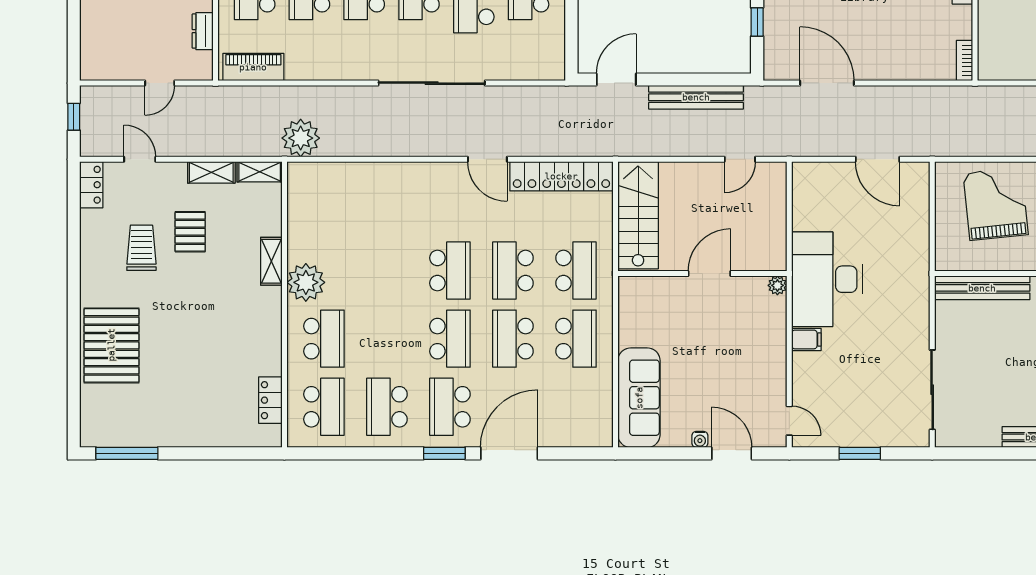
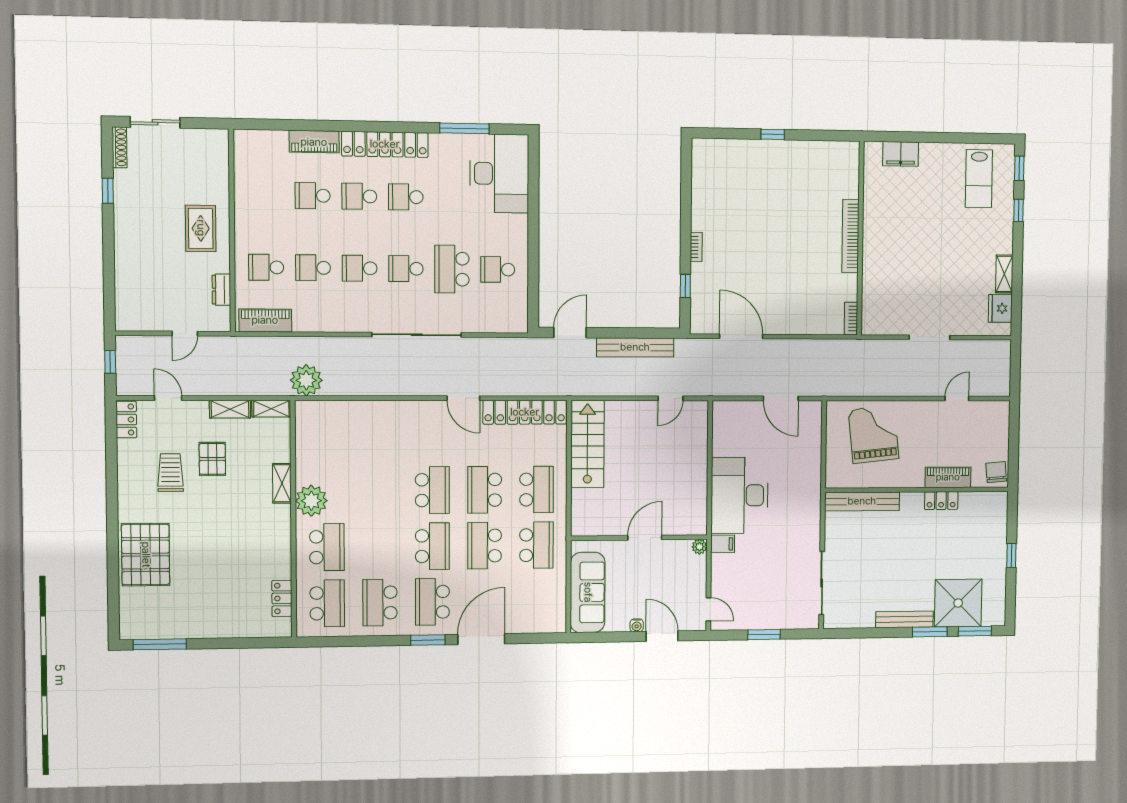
wall: (702, 274) -> (639, 538), moved
door: (709, 274) -> (645, 538), moved
plant: (777, 285) -> (699, 547), moved

